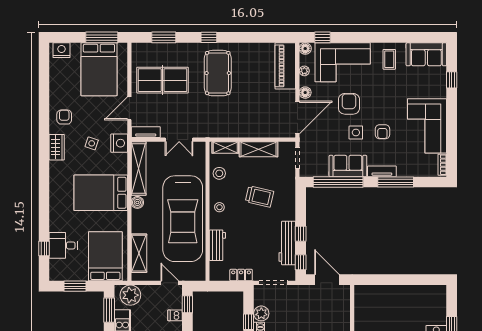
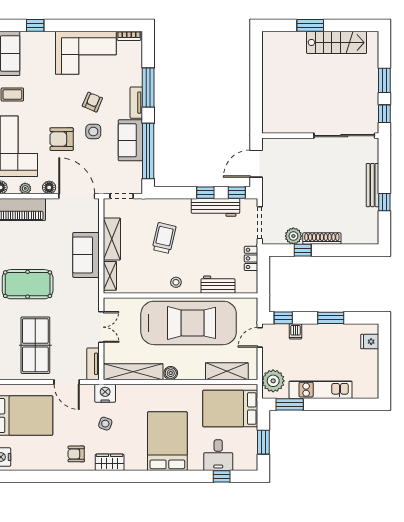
sofa: (244, 126) -> (86, 255), added
armchair: (382, 132) -> (92, 102), turned -67
stool: (219, 173) -> (138, 283), removed
bed: (101, 193) -> (167, 441), moved, turned 180

